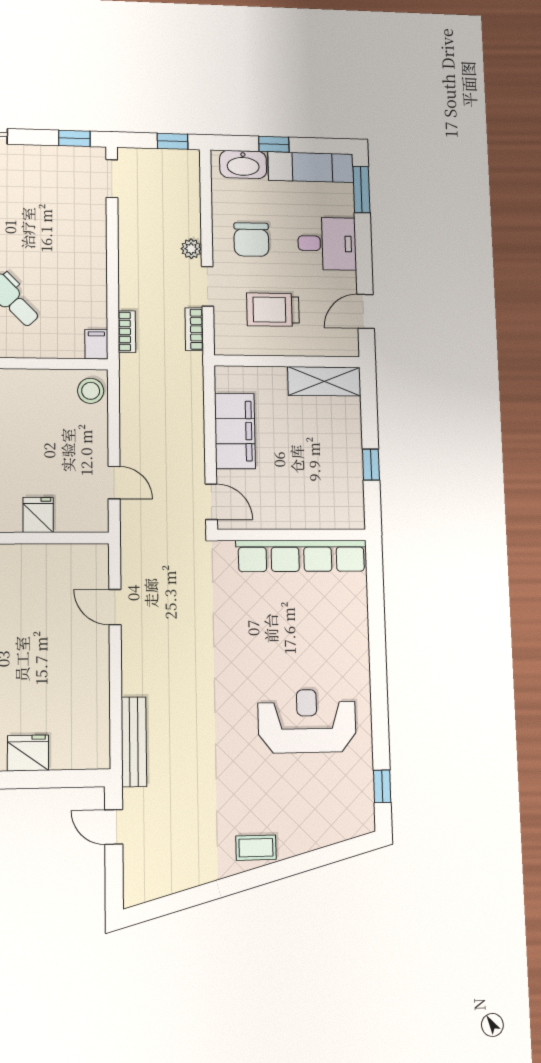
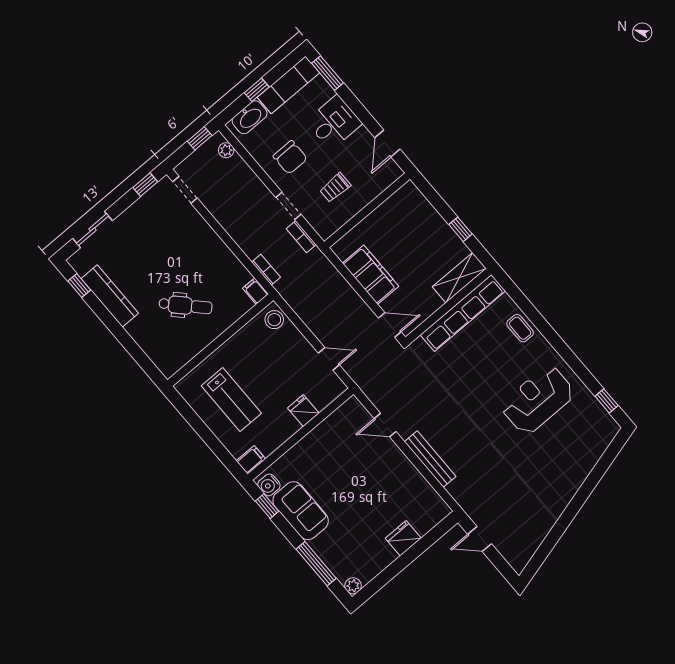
plant: (191, 249) -> (226, 150), moved
trolley: (273, 310) -> (335, 188), width x0.73, depth x0.72
shelving: (324, 381) -> (459, 278), moved
bench: (134, 742) -> (430, 459), moved
coffee table: (256, 848) -> (520, 328), moved, turned 90

